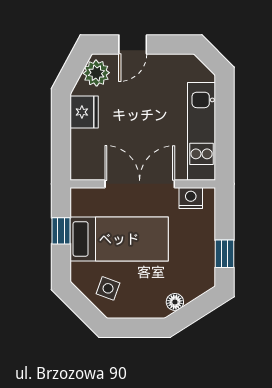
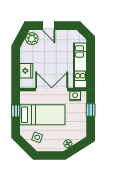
door: (133, 45) -> (48, 26), hinge flipped
fridge: (84, 112) -> (26, 71), moved
window: (225, 254) -> (91, 110), moved

